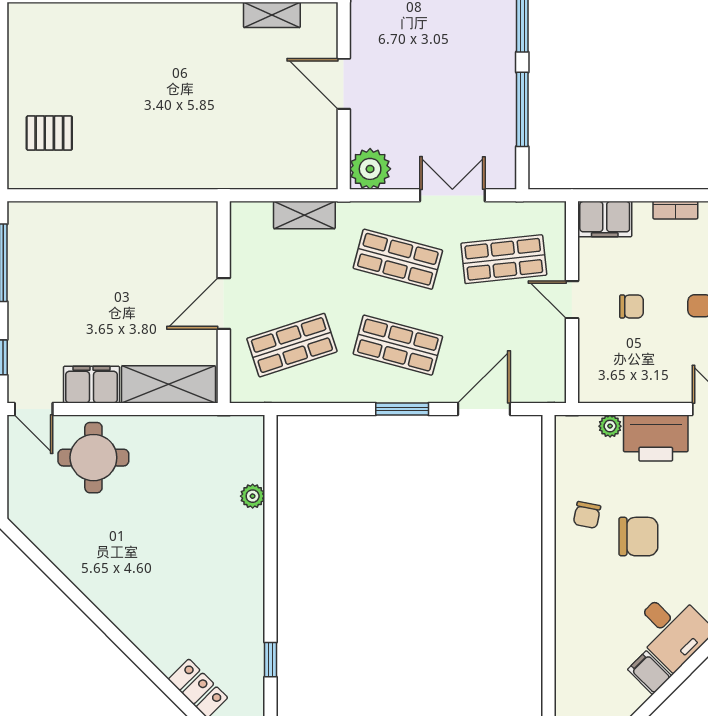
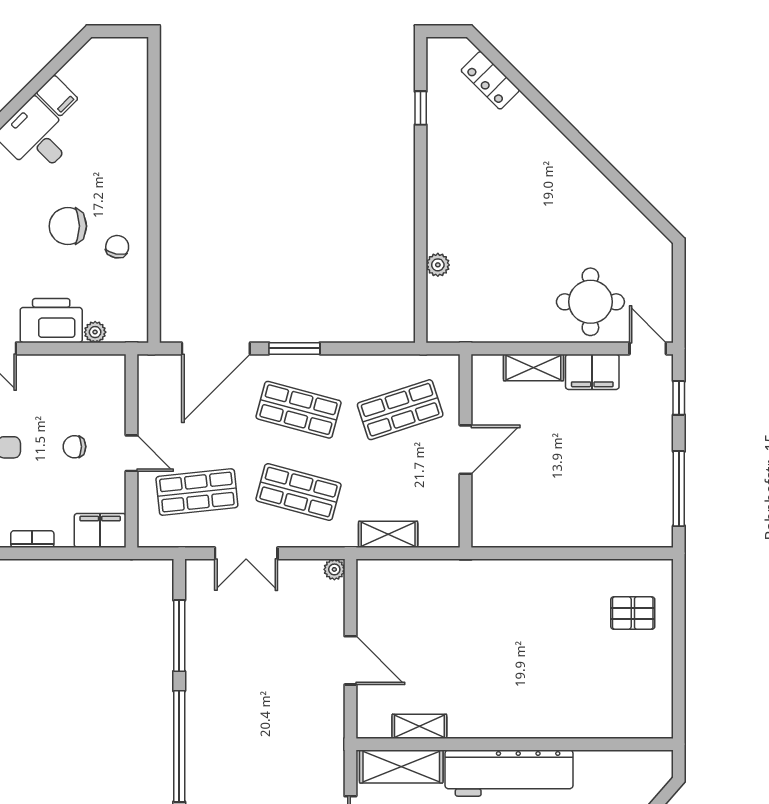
plant: (370, 169) -> (334, 569), width x0.53, depth x0.53
shelving: (168, 384) -> (533, 367), width x0.67, depth x0.75
door: (484, 409) -> (216, 348), width x1.36

